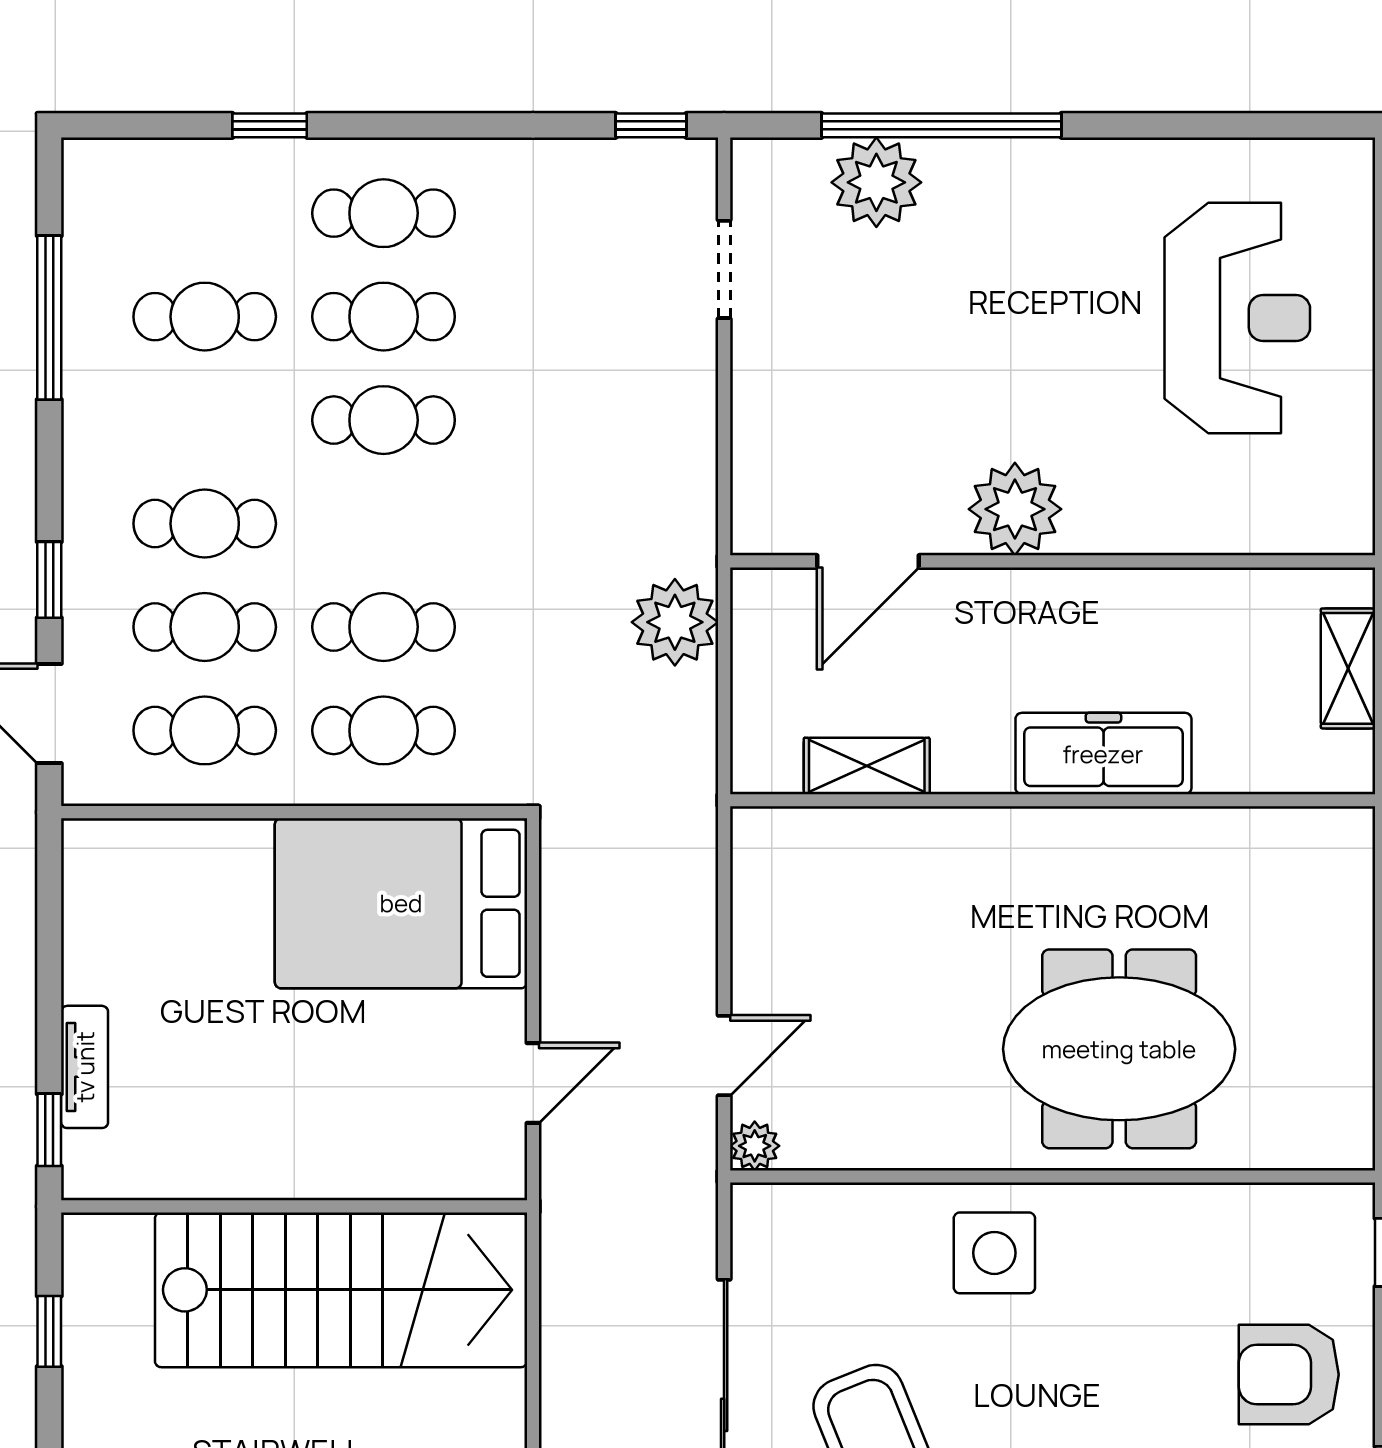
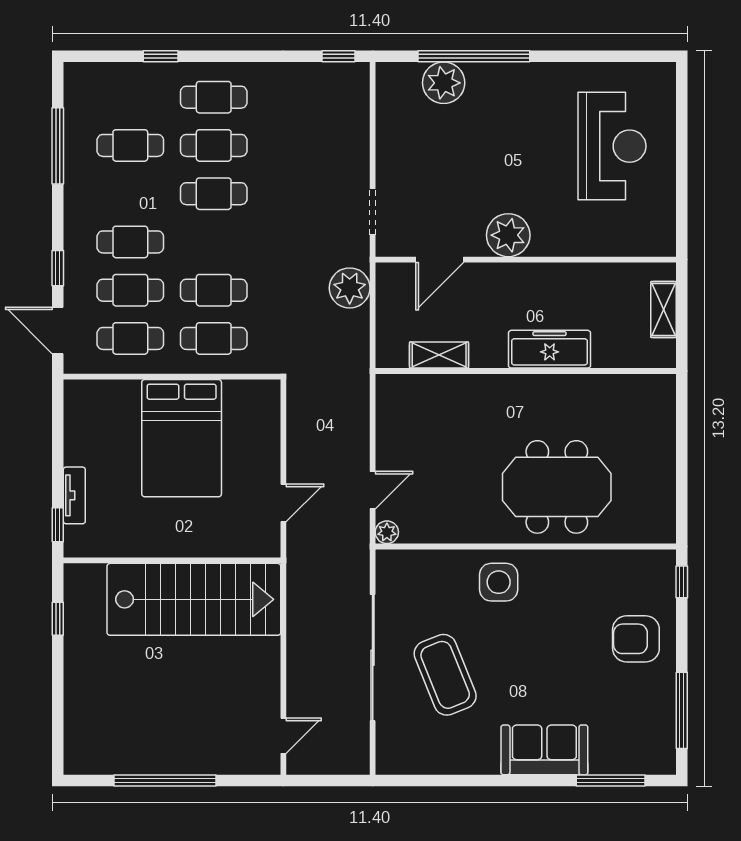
doorway: (724, 269) -> (373, 212), moved
bed: (401, 903) -> (182, 438), moved, turned -90

